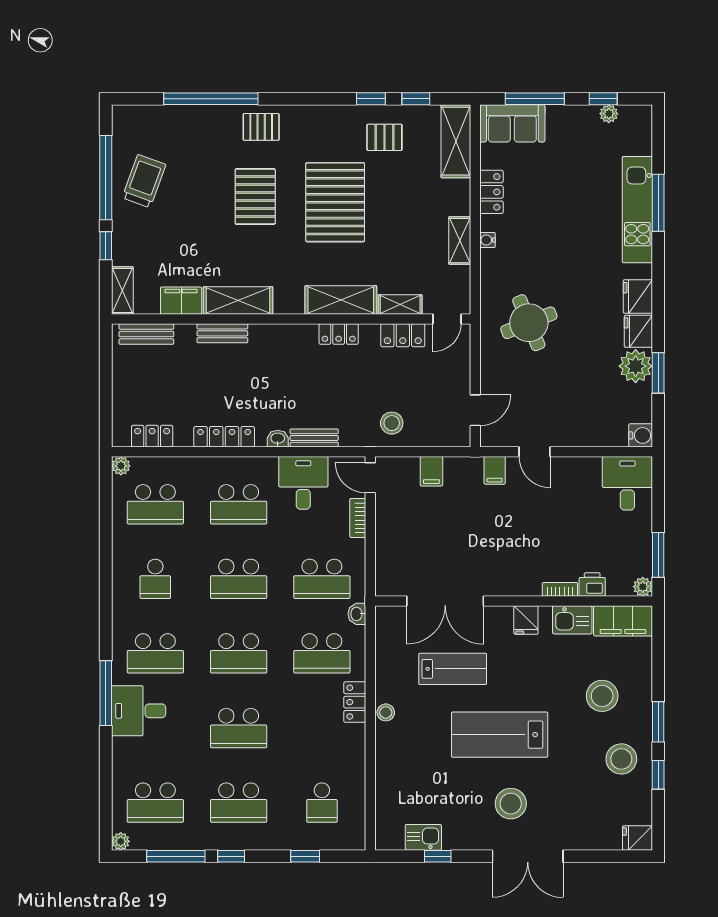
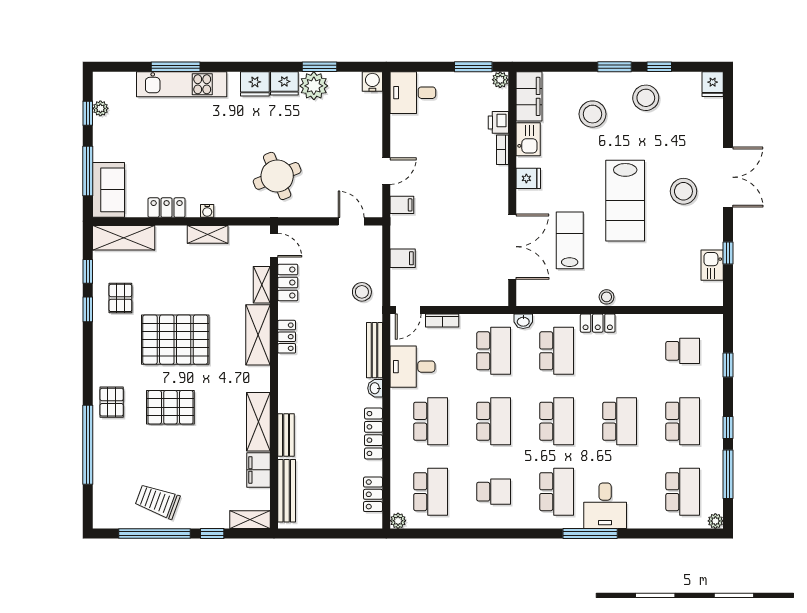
bench: (146, 334) -> (287, 491), width x1.36
bench: (314, 438) -> (375, 350), width x1.36

